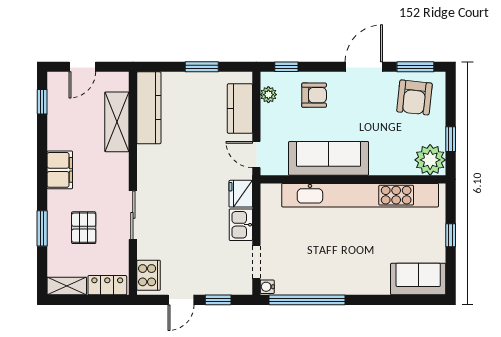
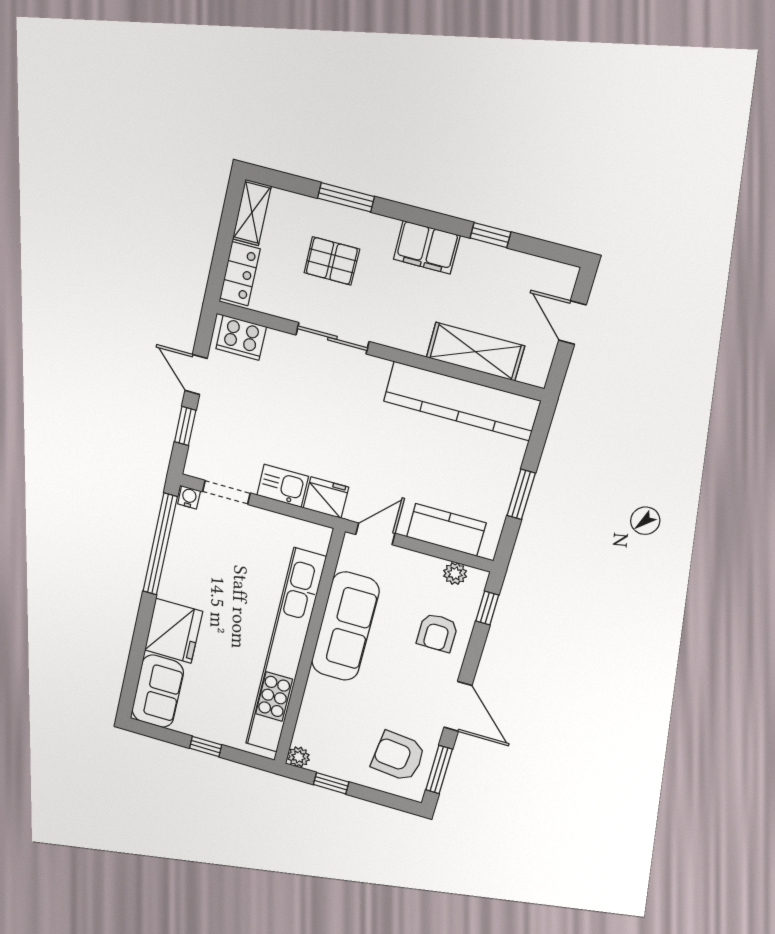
window: (42, 102) -> (490, 235), moved
kitchen counter: (149, 108) -> (462, 401), width x1.39, depth x1.17
plant: (430, 160) -> (299, 757), width x0.53, depth x0.53
fridge: (368, 277) -> (173, 631), added

